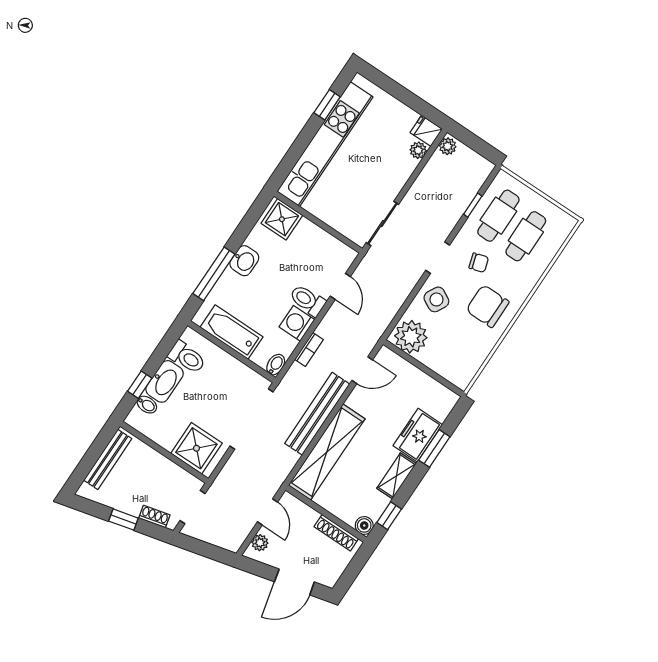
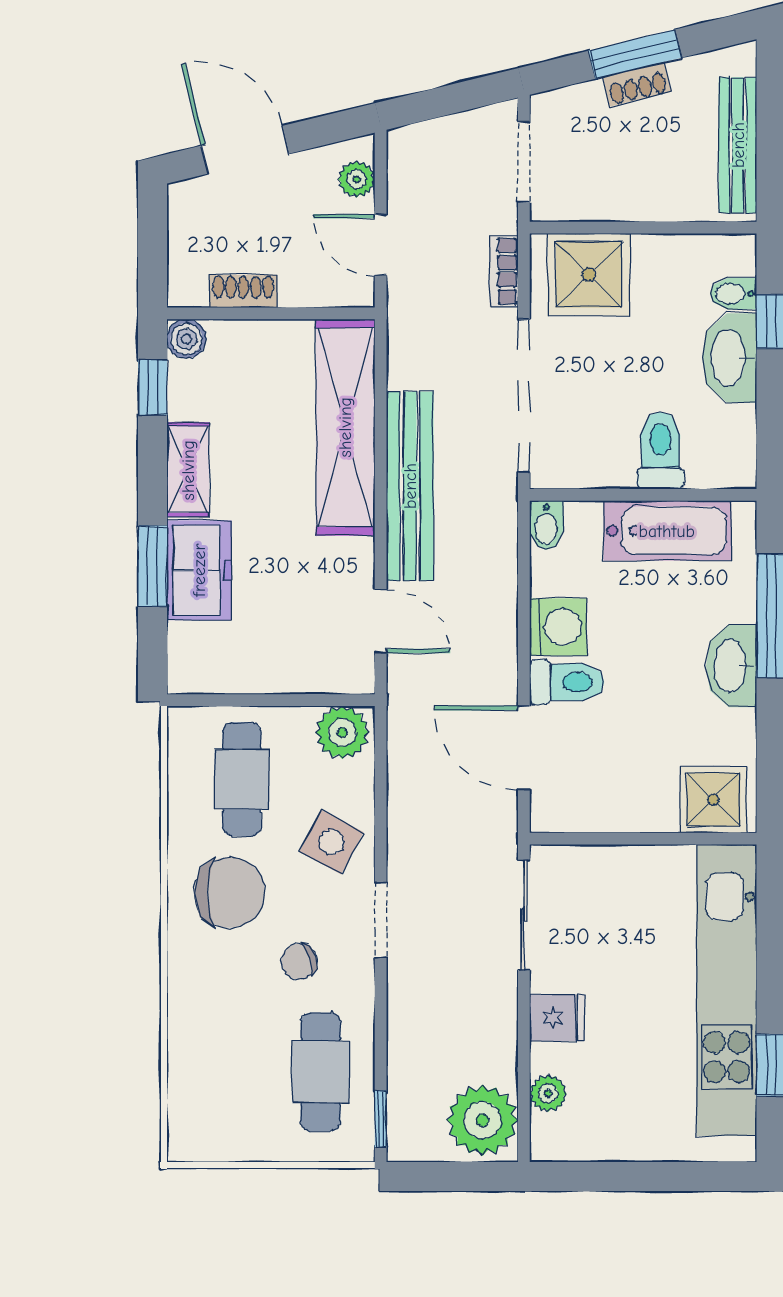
fridge: (426, 131) -> (557, 1018), moved
plant: (448, 146) -> (482, 1120), width x1.88, depth x1.88
window: (473, 205) -> (381, 1119), moved
cafe table: (526, 236) -> (242, 779), moved
washbasin: (244, 261) -> (731, 666), width x1.38
door: (340, 286) -> (524, 748), width x1.38
plant: (411, 337) -> (342, 732), width x0.73, depth x0.73
bookcase: (309, 349) -> (504, 271), moved
toilet: (187, 357) -> (660, 450), moved, turned 90
door: (362, 370) -> (381, 621), swing flipped
shoe rack: (154, 517) -> (637, 84), moved
window: (123, 520) -> (635, 54), width x1.50
shoe rack: (336, 533) -> (243, 291), width x0.70
door: (294, 582) -> (245, 150), hinge flipped

